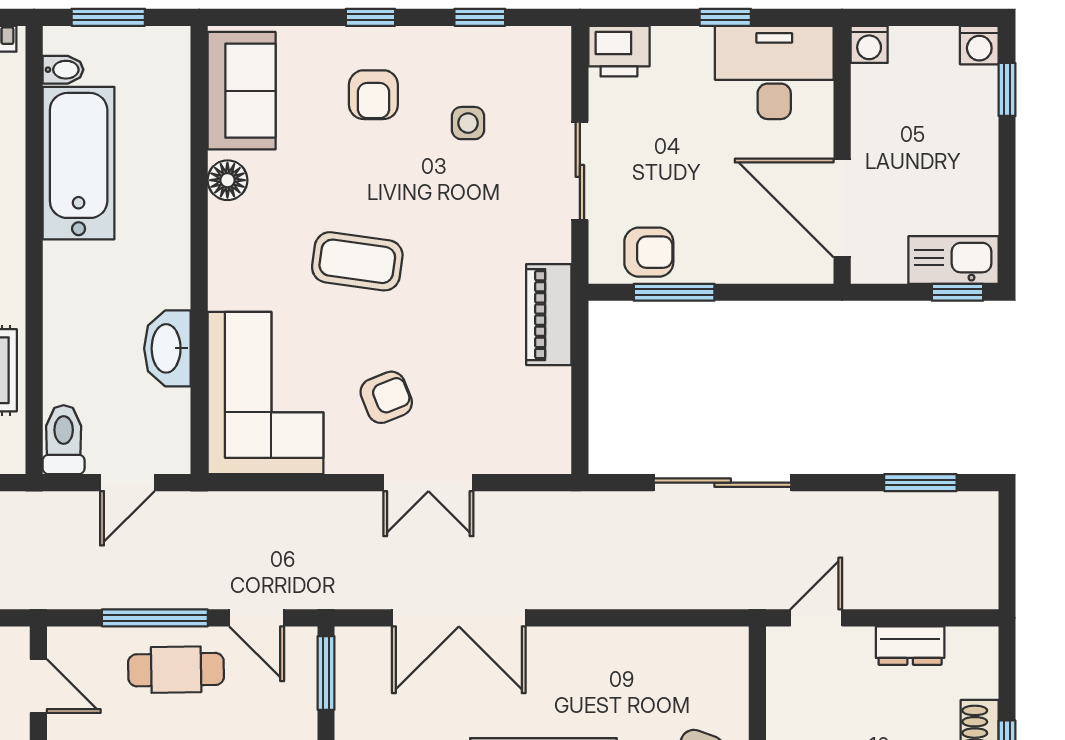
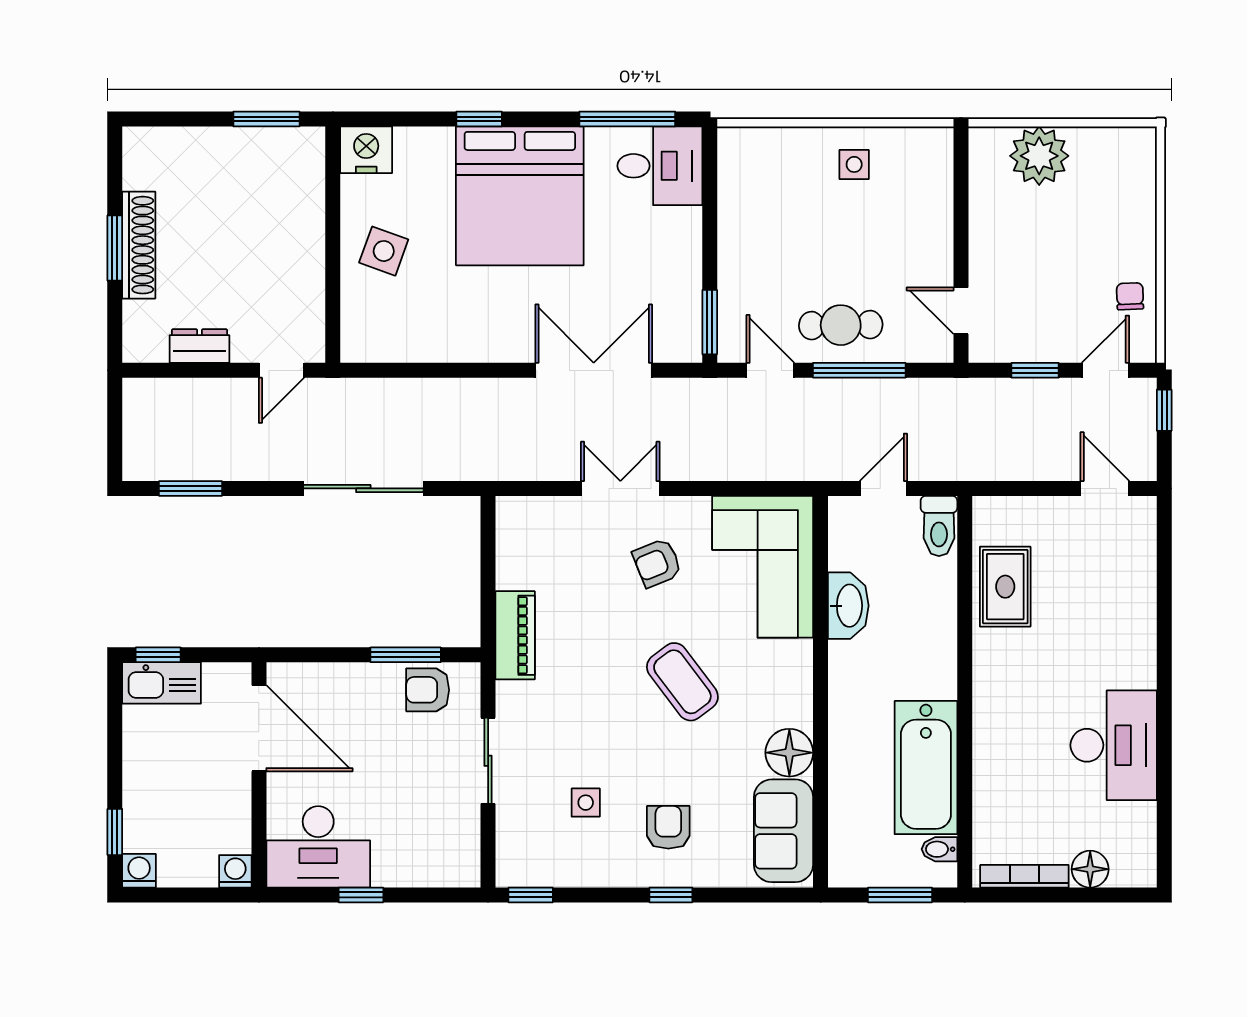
window: (480, 17) -> (531, 895), moved
printer: (619, 51) -> (454, 865), removed
floor lamp: (227, 180) -> (789, 753), width x1.38, depth x1.38
coffee table: (357, 261) -> (682, 682), turned 45

